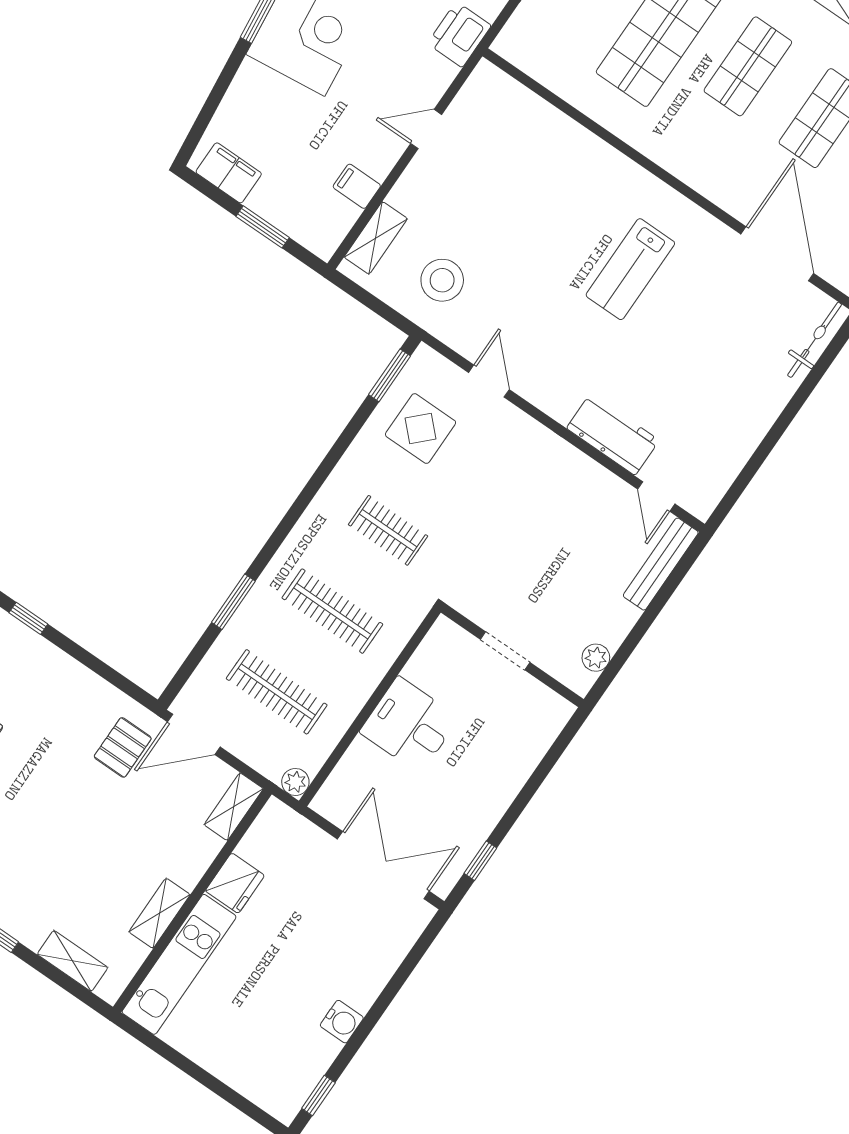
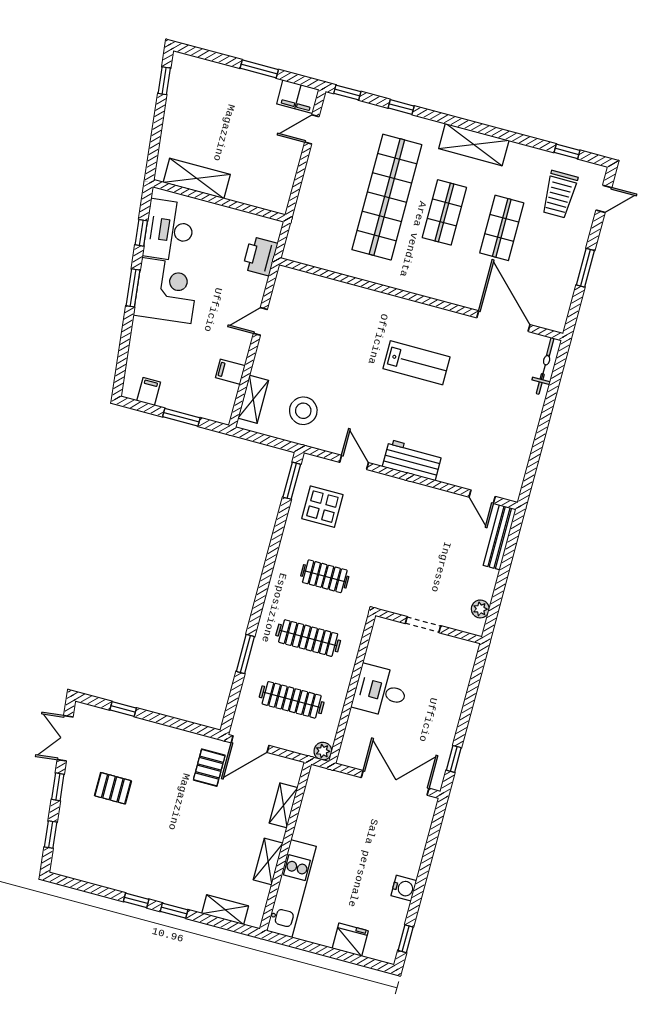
filing cabinet: (229, 173) -> (149, 392), width x0.50
lab bench: (630, 269) -> (417, 363), turned -90
workbench: (613, 434) -> (412, 460), moved
shelving: (234, 807) -> (284, 805), moved
fridge: (235, 883) -> (350, 940), moved, turned -90

